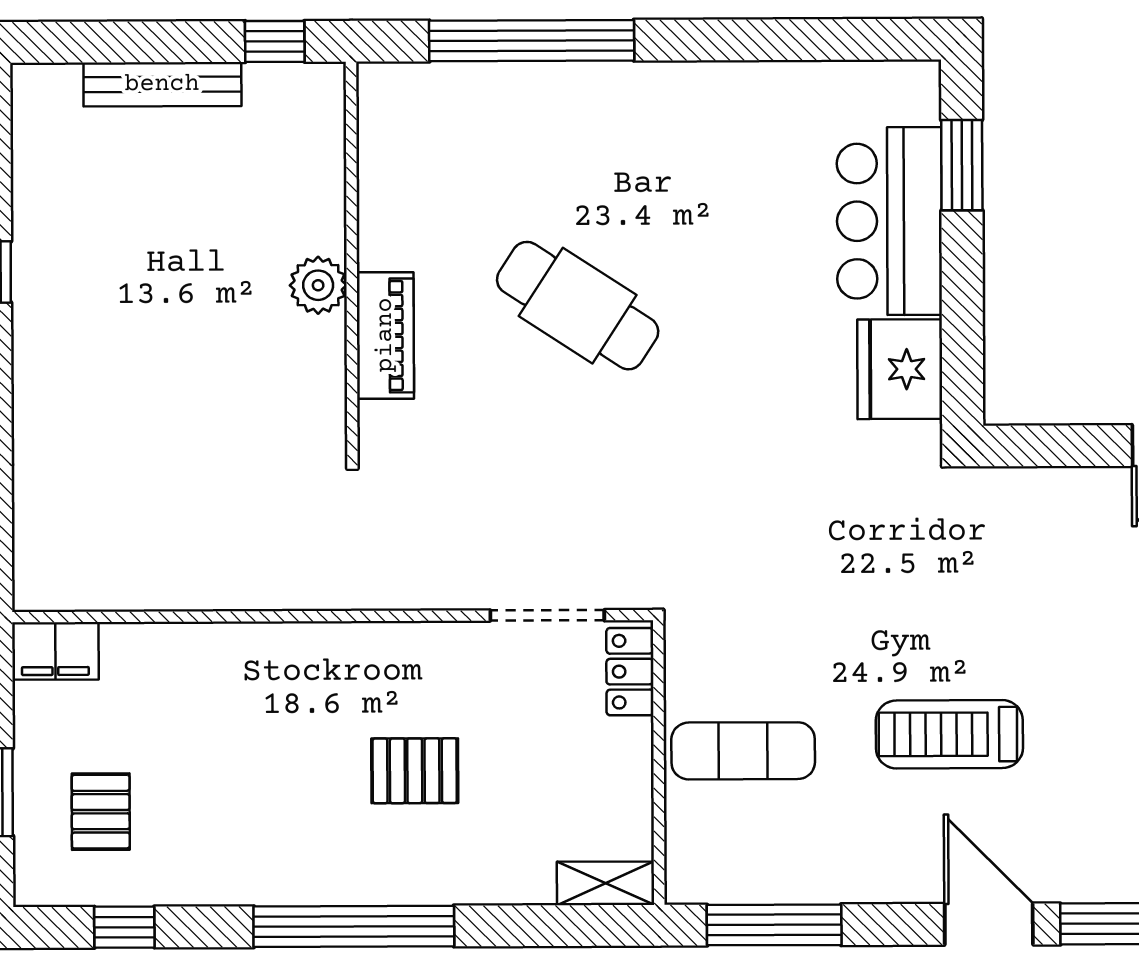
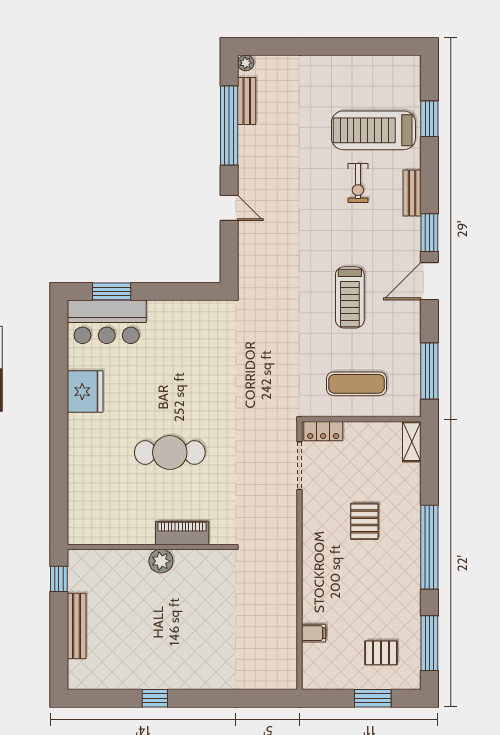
window: (532, 41) -> (59, 471), removed
bar counter: (889, 221) -> (107, 322), moved
cafe table: (578, 306) -> (170, 452), turned 57
fridge: (900, 369) -> (85, 392), moved, turned -90
filing cabinet: (55, 651) -> (314, 633), moved, width x0.50
exercise mat: (743, 751) -> (356, 384), turned 90
window: (124, 927) -> (429, 643), width x2.17

